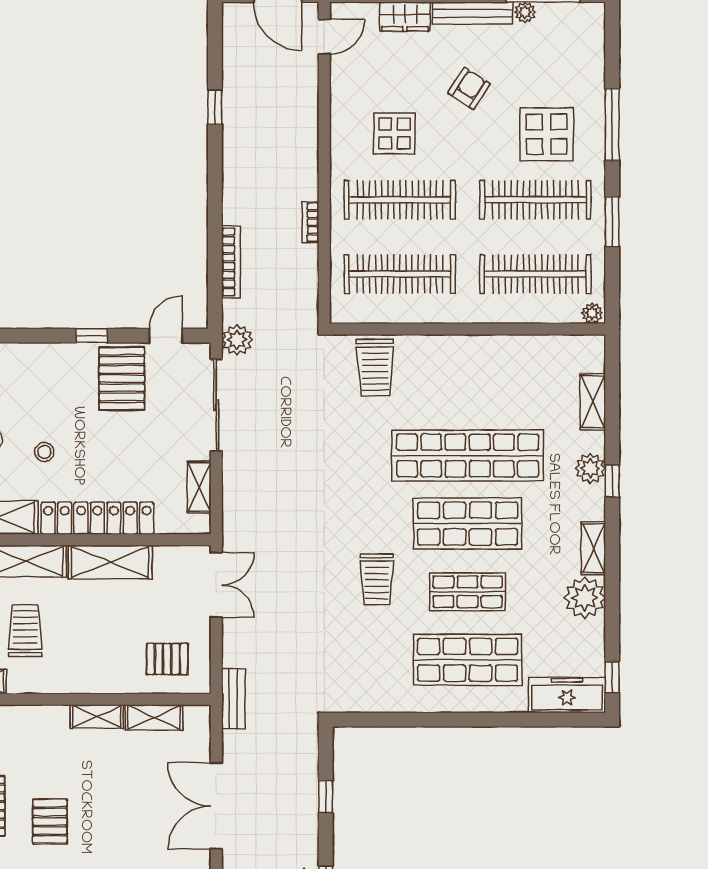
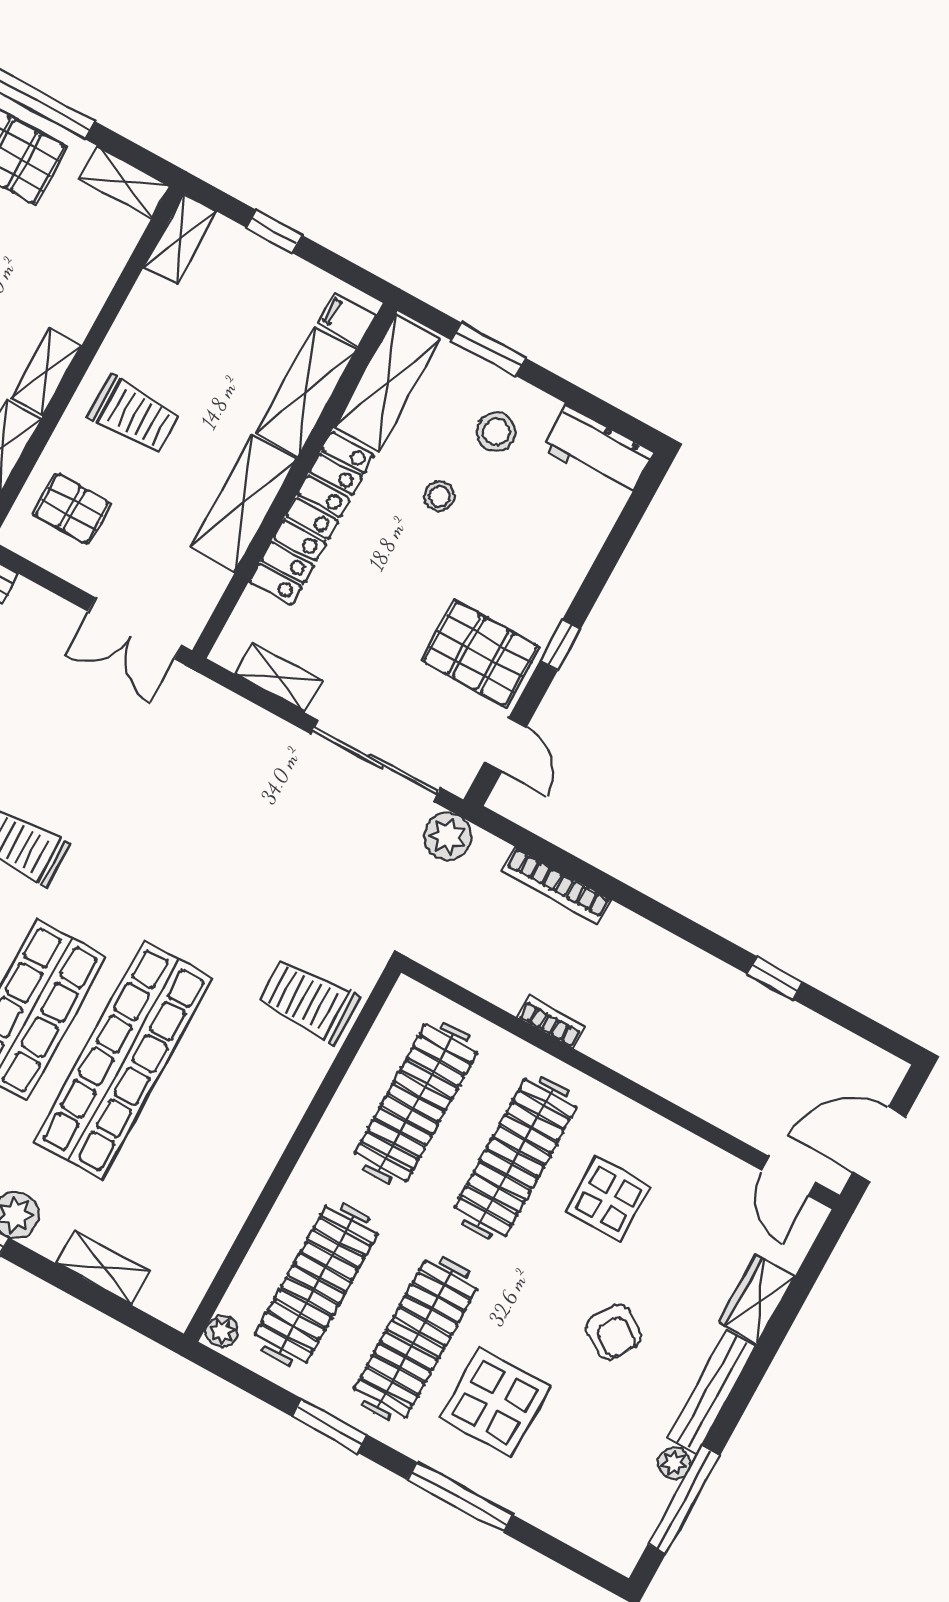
trolley: (25, 631) -> (134, 414), moved
pallet: (167, 659) -> (72, 508), turned 90

